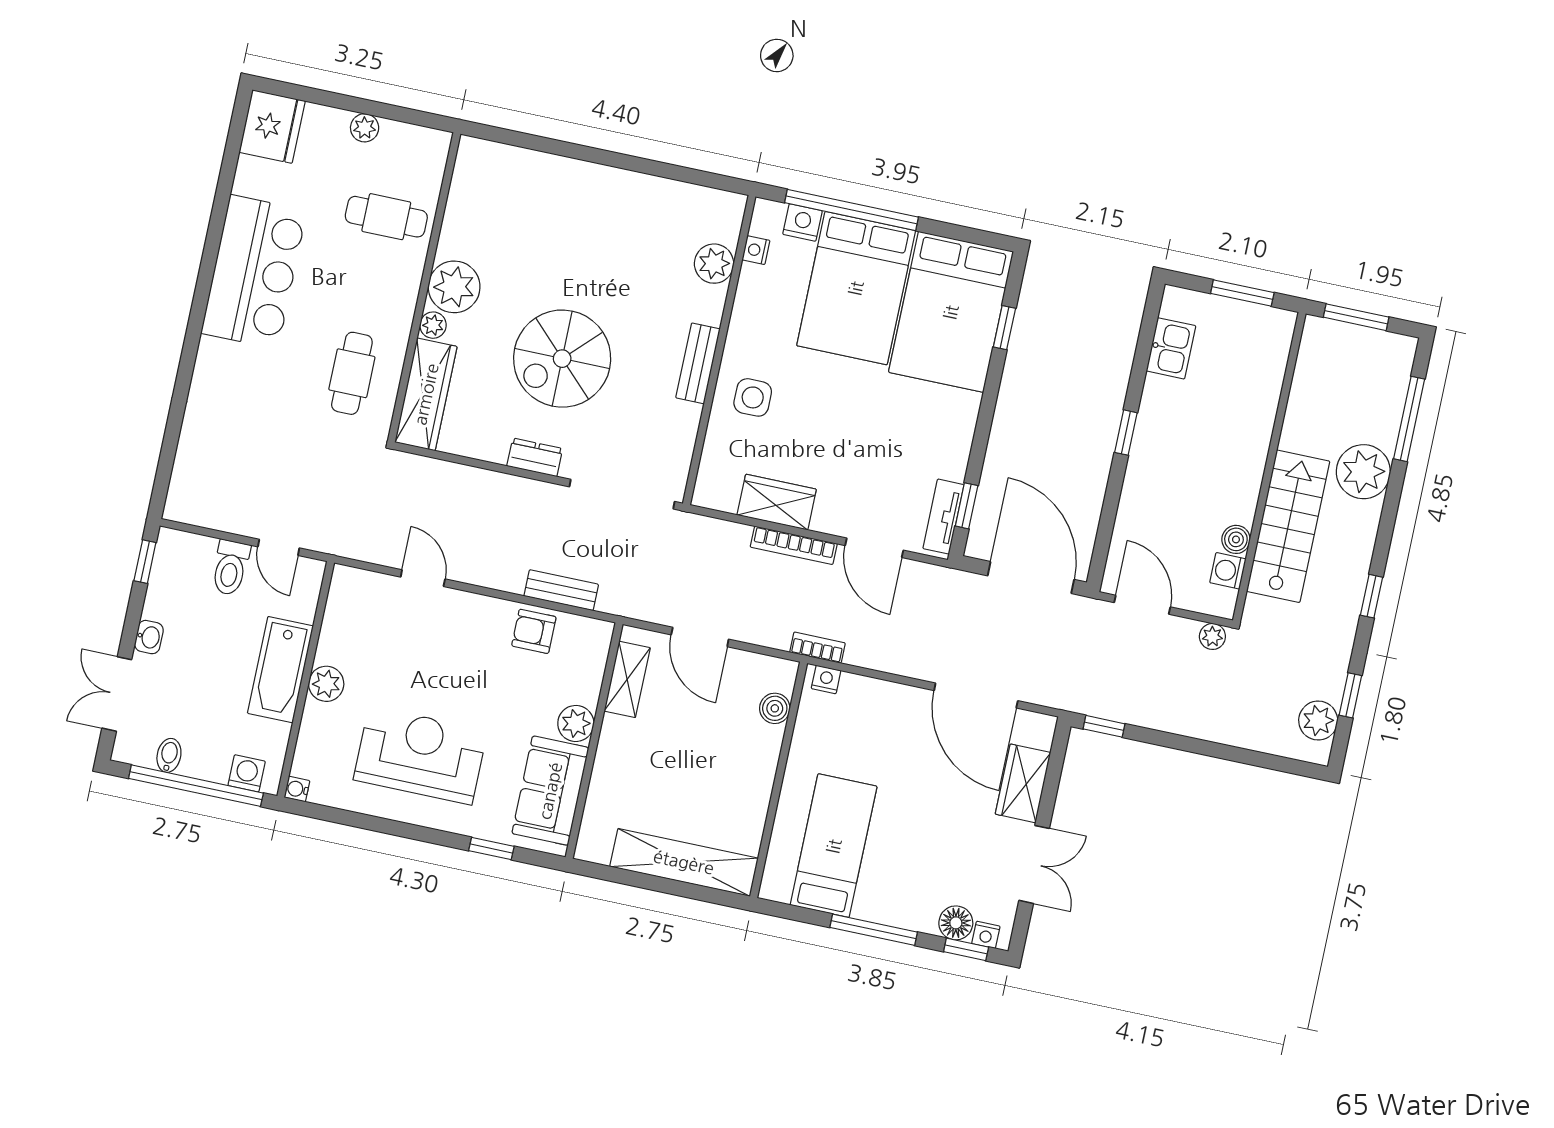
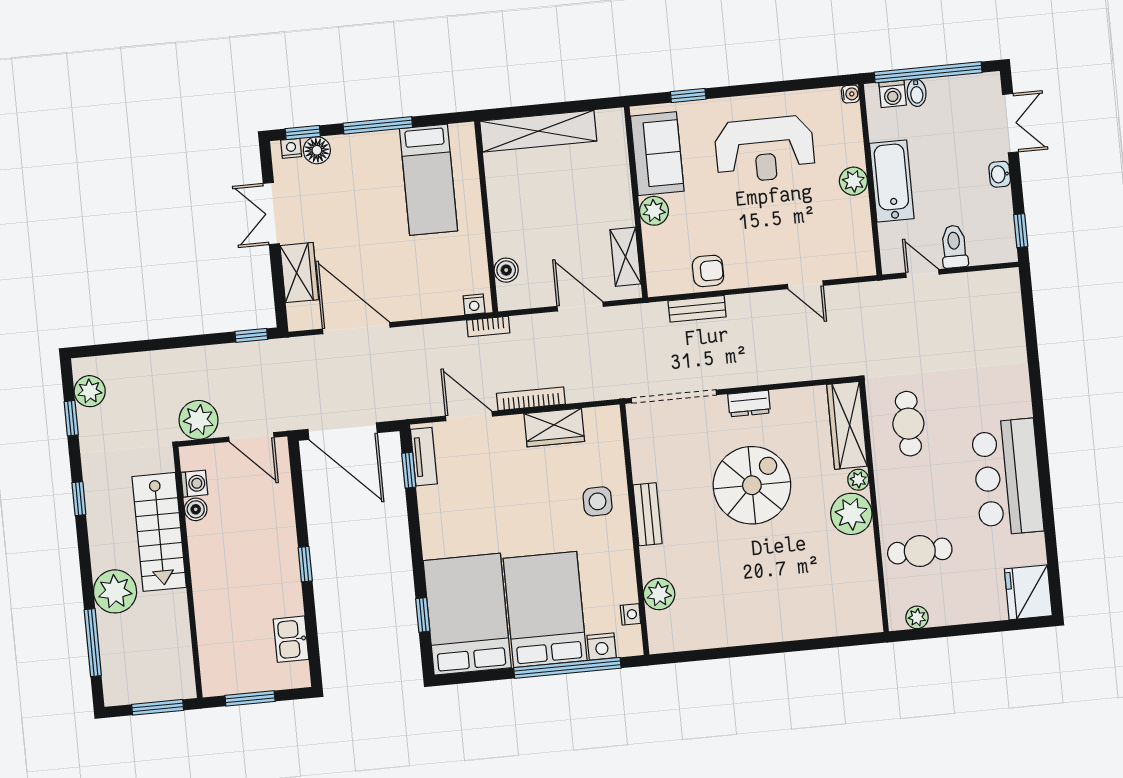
plant: (365, 128) -> (917, 617), moved
plant: (1212, 636) -> (199, 420), width x1.87, depth x1.87
bidet: (169, 755) -> (917, 93), moved

